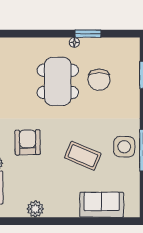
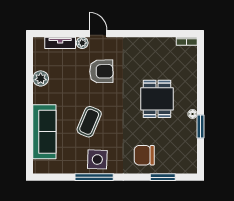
chair: (99, 80) -> (144, 155), moved
dining table: (58, 81) -> (157, 99), width x0.73
sofa: (102, 205) -> (44, 132), width x1.36

